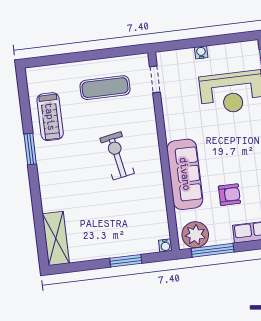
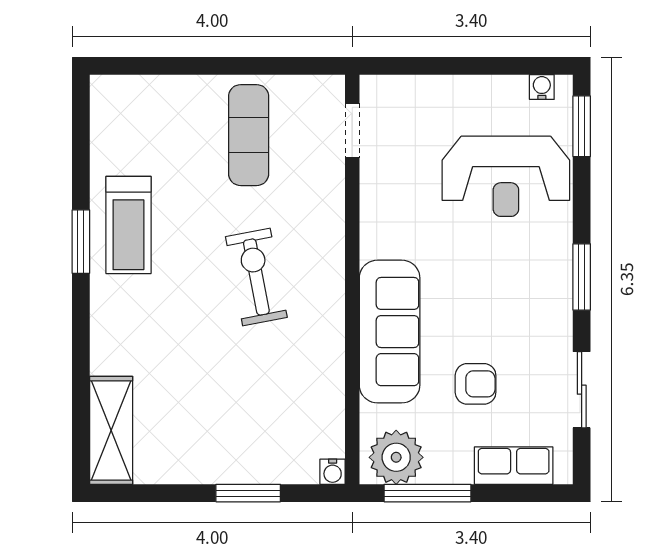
water cooler: (201, 52) -> (542, 87), moved
exercise mat: (105, 88) -> (249, 135), turned 90
treadmill: (50, 117) -> (128, 225), moved

